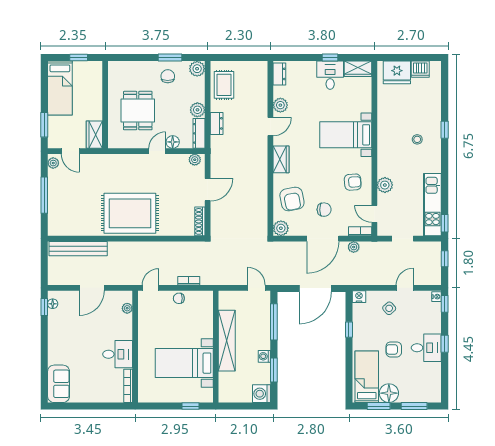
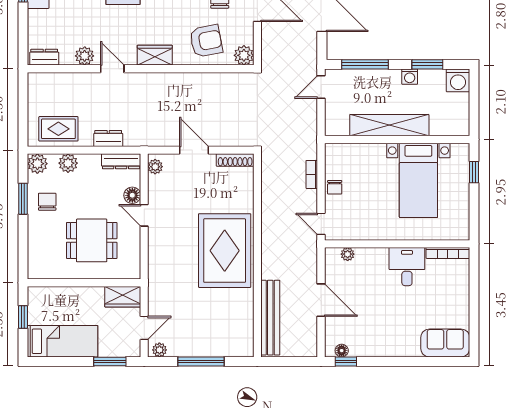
chair: (168, 76) -> (47, 202), turned 90
plant: (197, 110) -> (68, 163), moved

